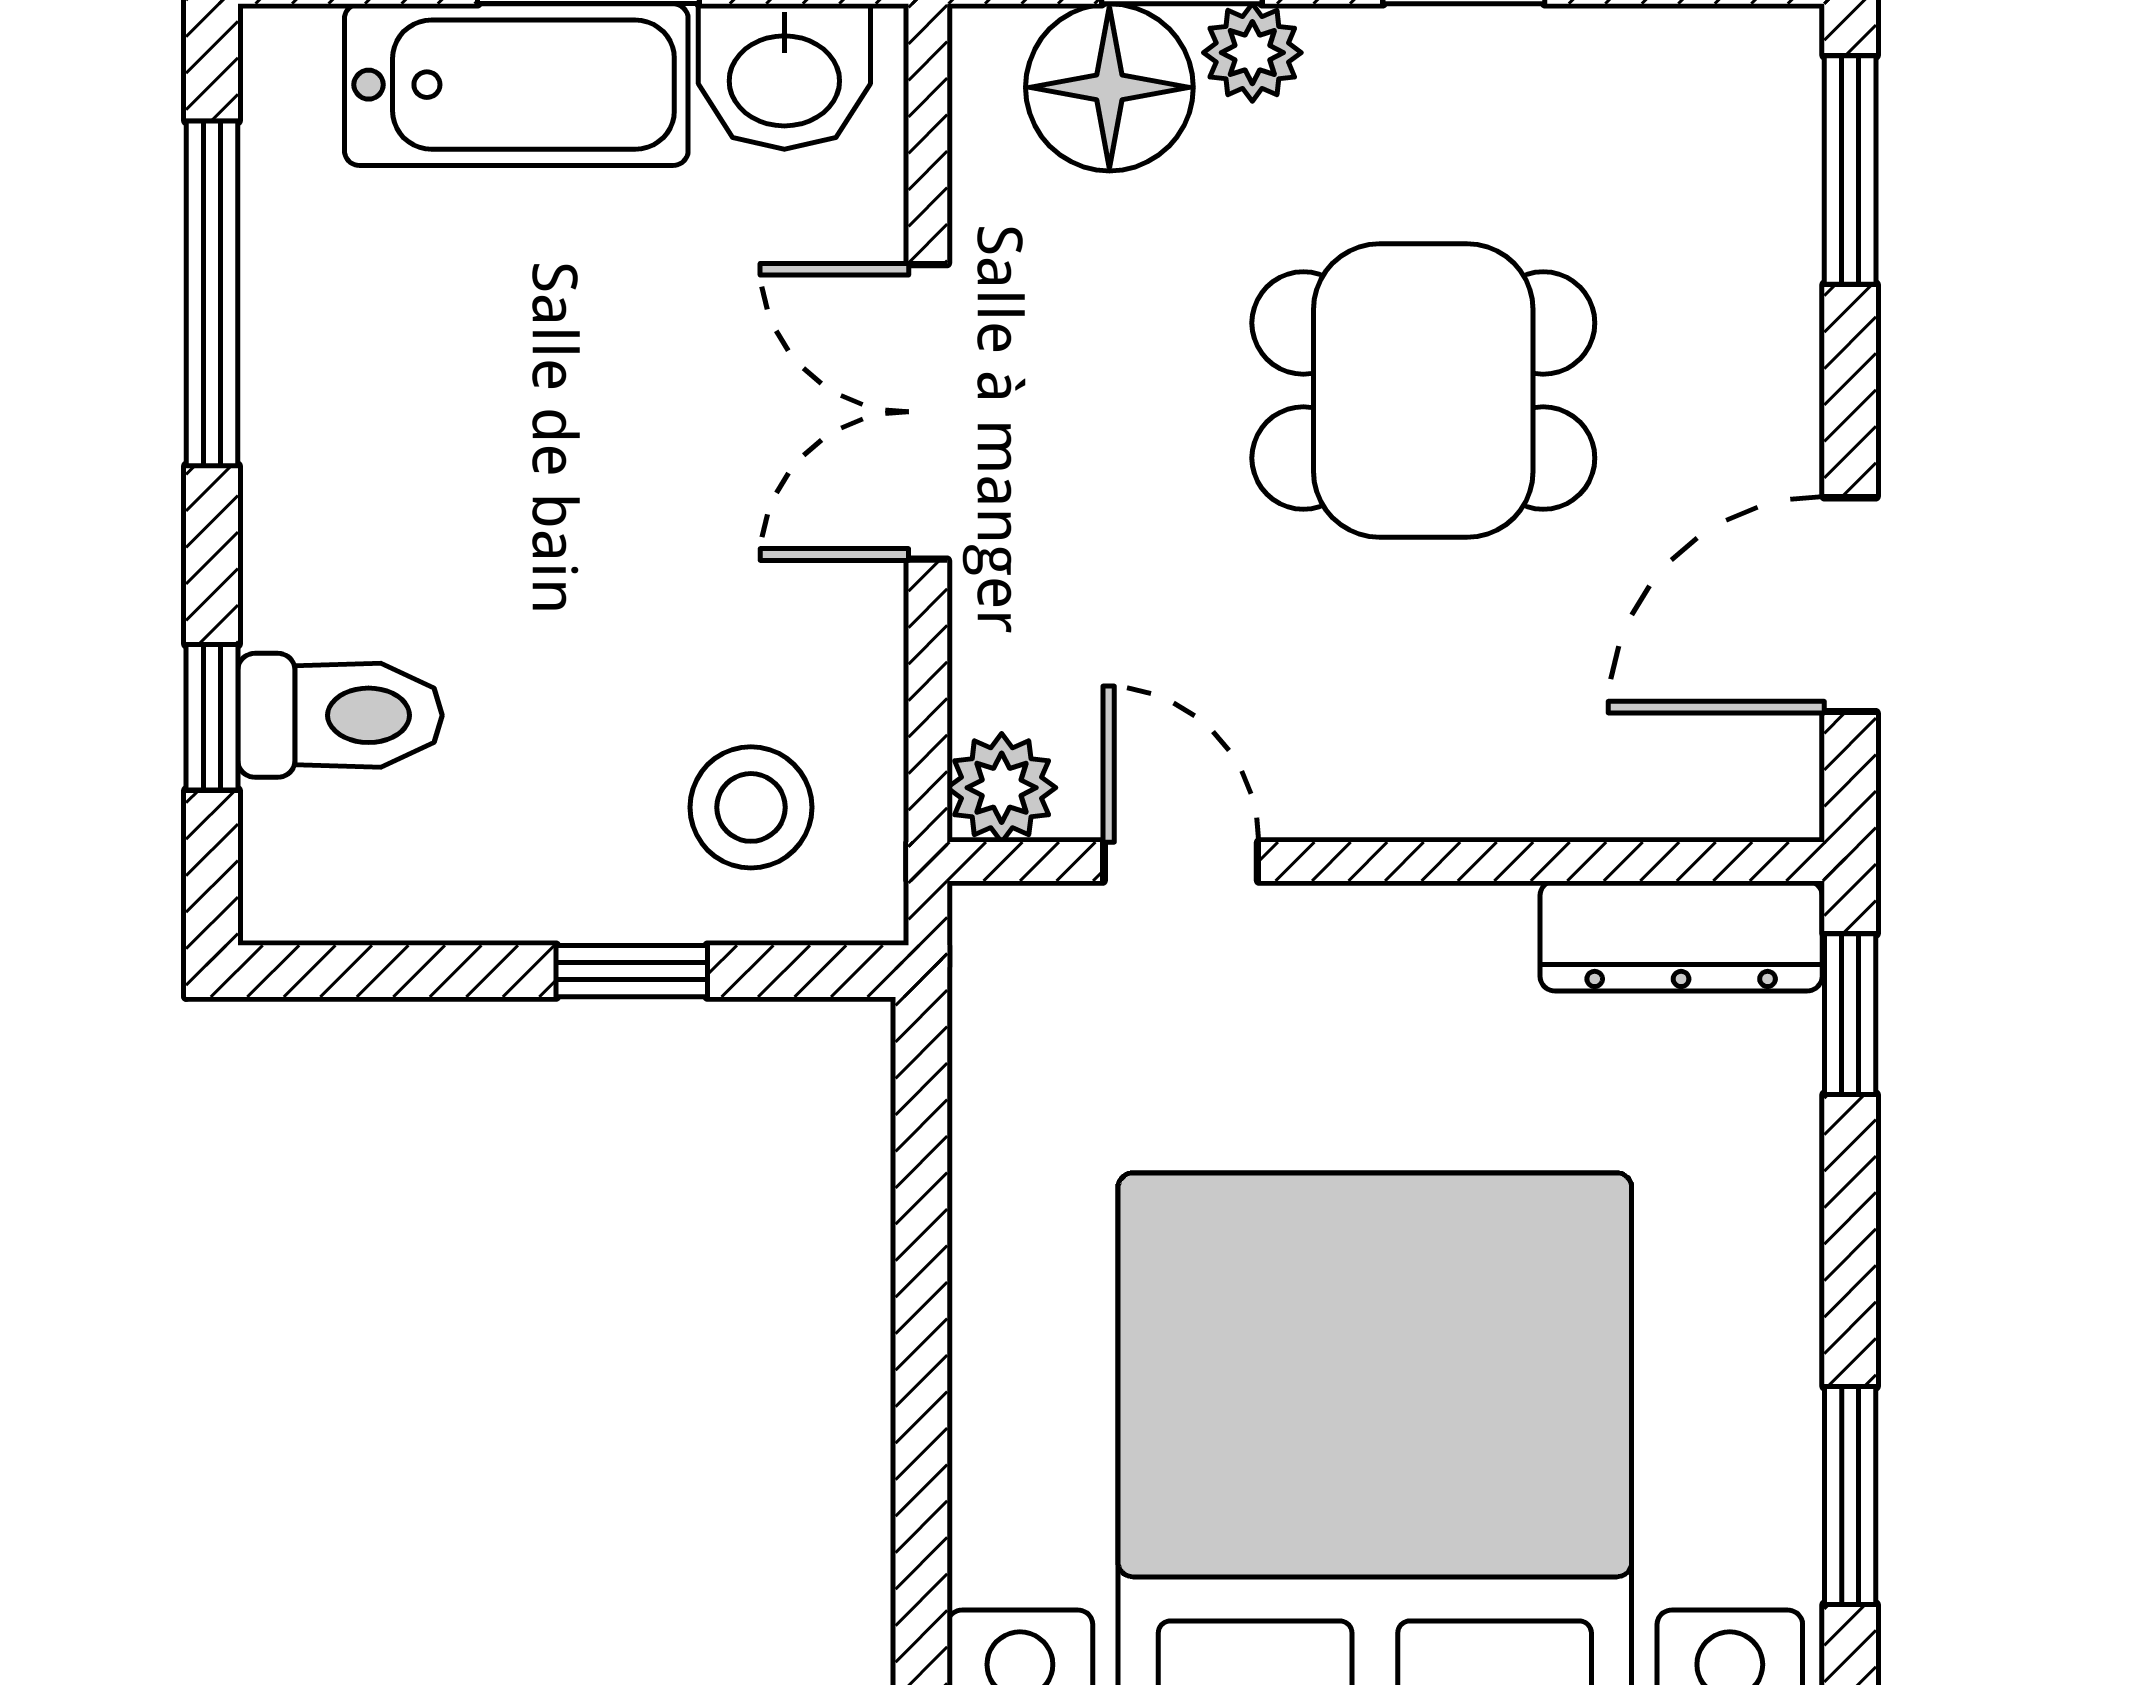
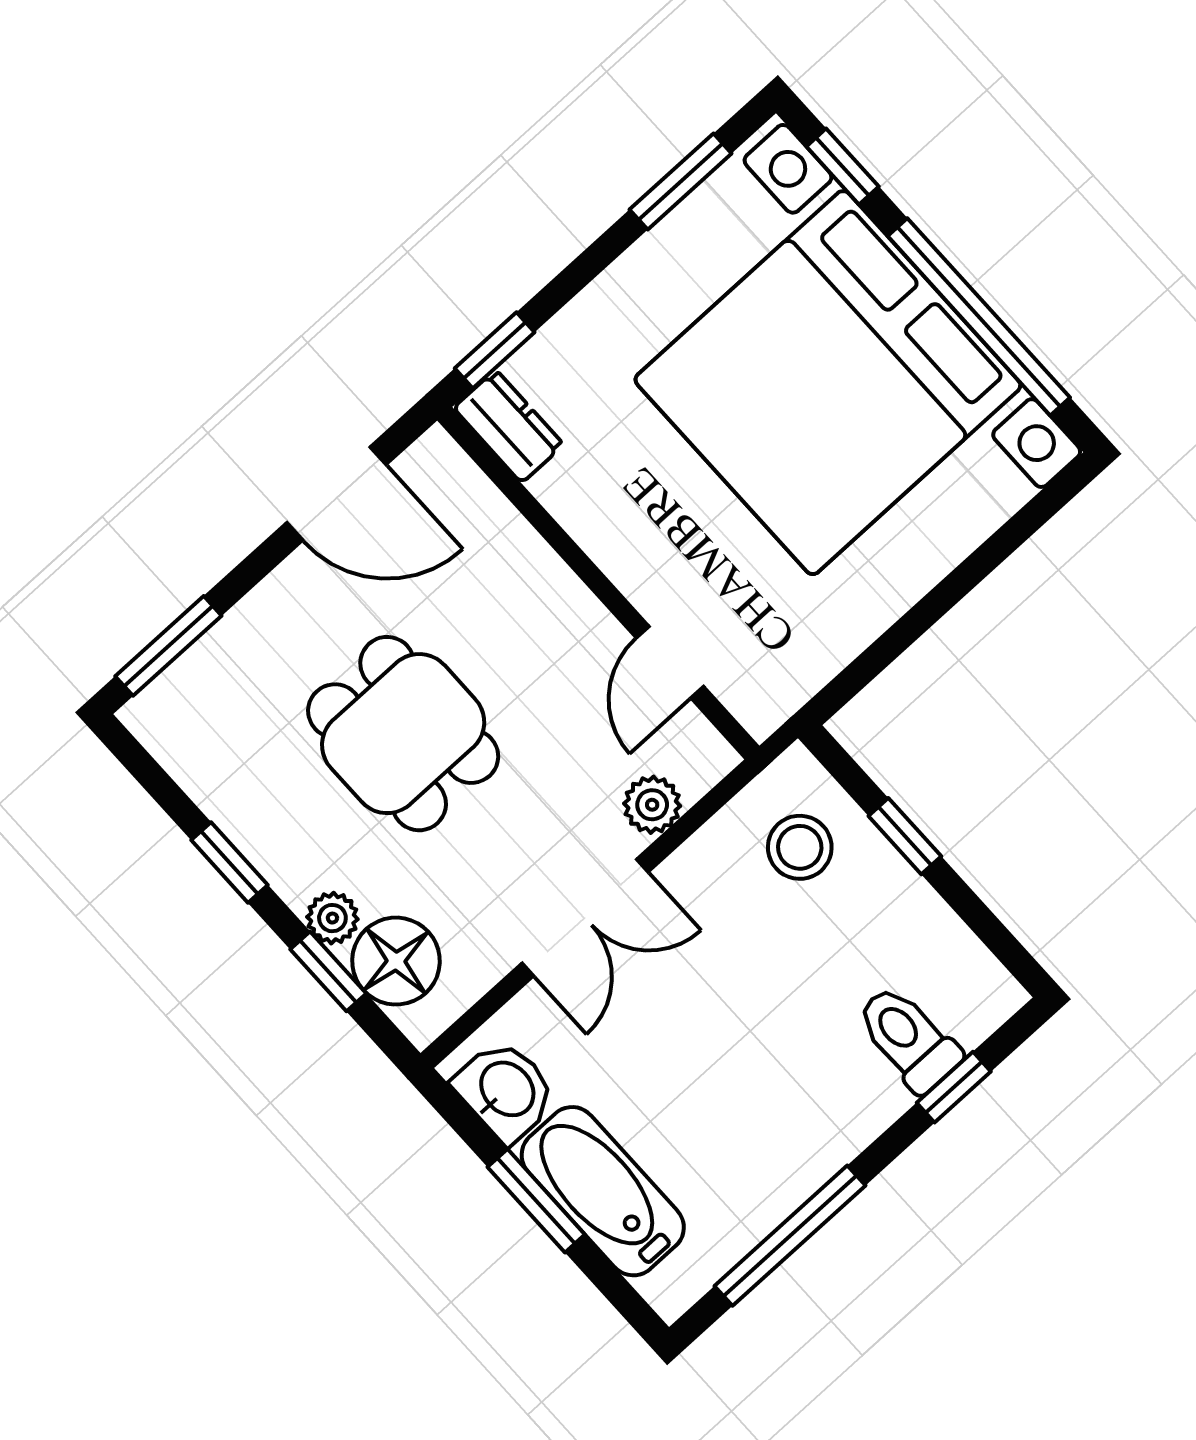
plant: (1002, 788) -> (652, 805), moved
dresser: (1681, 936) -> (509, 426), width x0.70

